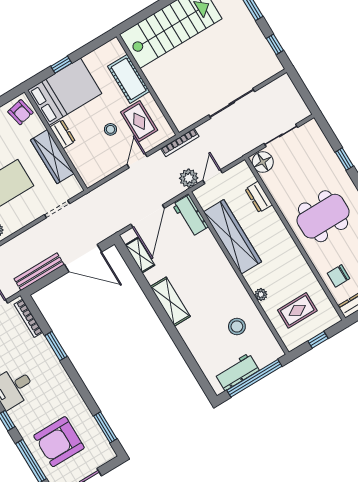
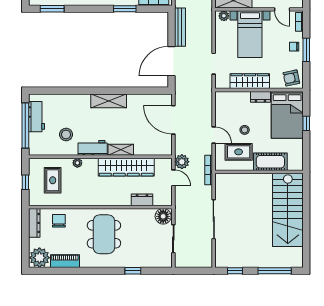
workbench: (190, 216) -> (93, 148), moved
shelving: (140, 255) -> (121, 150), moved

